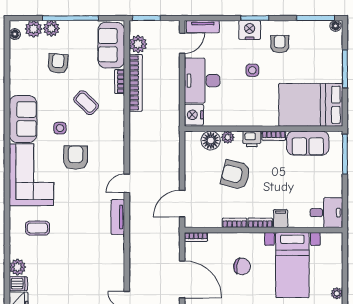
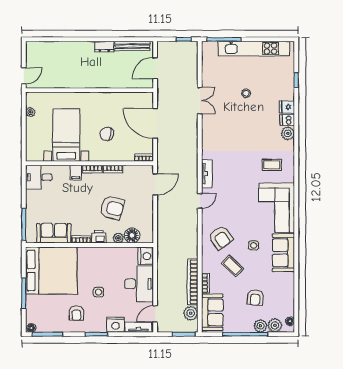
nightstand: (250, 30) -> (116, 325), moved
bed: (311, 105) -> (51, 271), width x1.36
armchair: (76, 158) -> (221, 238), moved, turned -36

